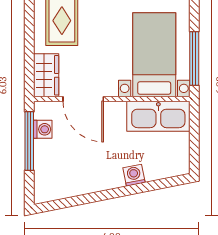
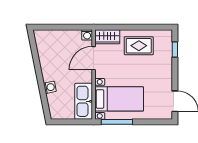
washing machine: (43, 129) -> (87, 35), moved
window: (29, 141) -> (69, 27), removed

